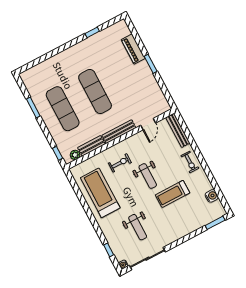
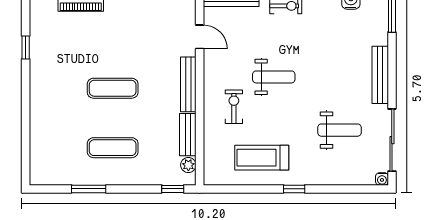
exercise mat: (95, 92) -> (113, 88), width x0.73, depth x0.69
exercise mat: (63, 109) -> (113, 148), width x0.73, depth x0.69
treadmill: (100, 193) -> (262, 158), width x0.73, depth x0.73
treadmill: (173, 194) -> (318, 55), removed
bench: (179, 233) -> (380, 75), added
window: (109, 250) -> (294, 189), moved

